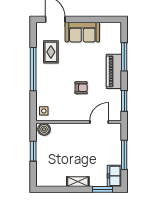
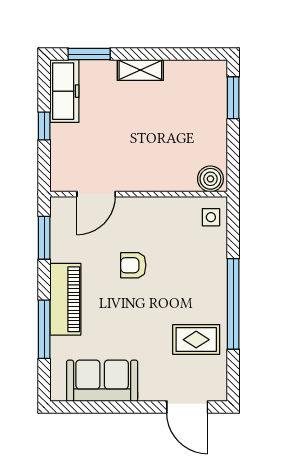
sofa: (82, 32) -> (102, 381), moved
rug: (51, 52) -> (196, 340), turned 90
window: (33, 151) -> (233, 98), moved
window: (124, 155) -> (44, 126), width x0.46
freezer: (114, 176) -> (64, 91), width x1.40

